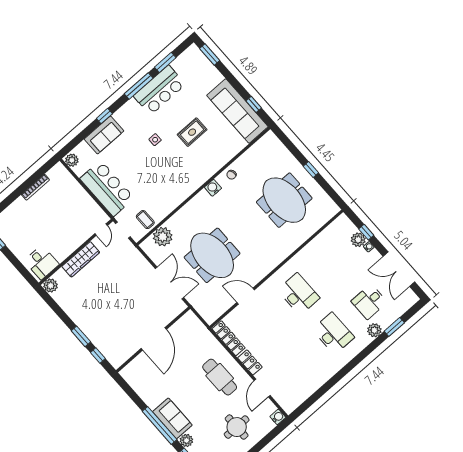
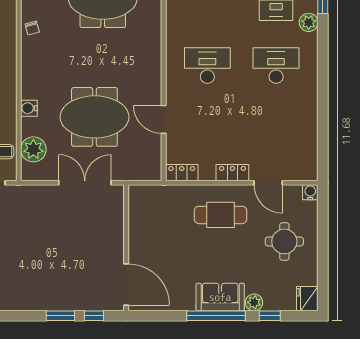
water cooler: (213, 188) -> (29, 108), moved
door: (246, 296) -> (164, 119), hinge flipped
locker: (229, 338) -> (182, 173), width x0.66
door: (154, 339) -> (126, 284), moved

